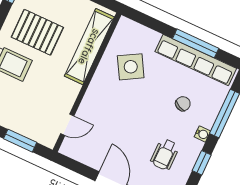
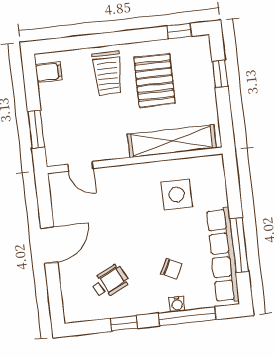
side table: (131, 67) -> (177, 194), turned 30
water cooler: (202, 134) -> (177, 304), moved
wheelchair: (165, 154) -> (110, 282), turned 153

